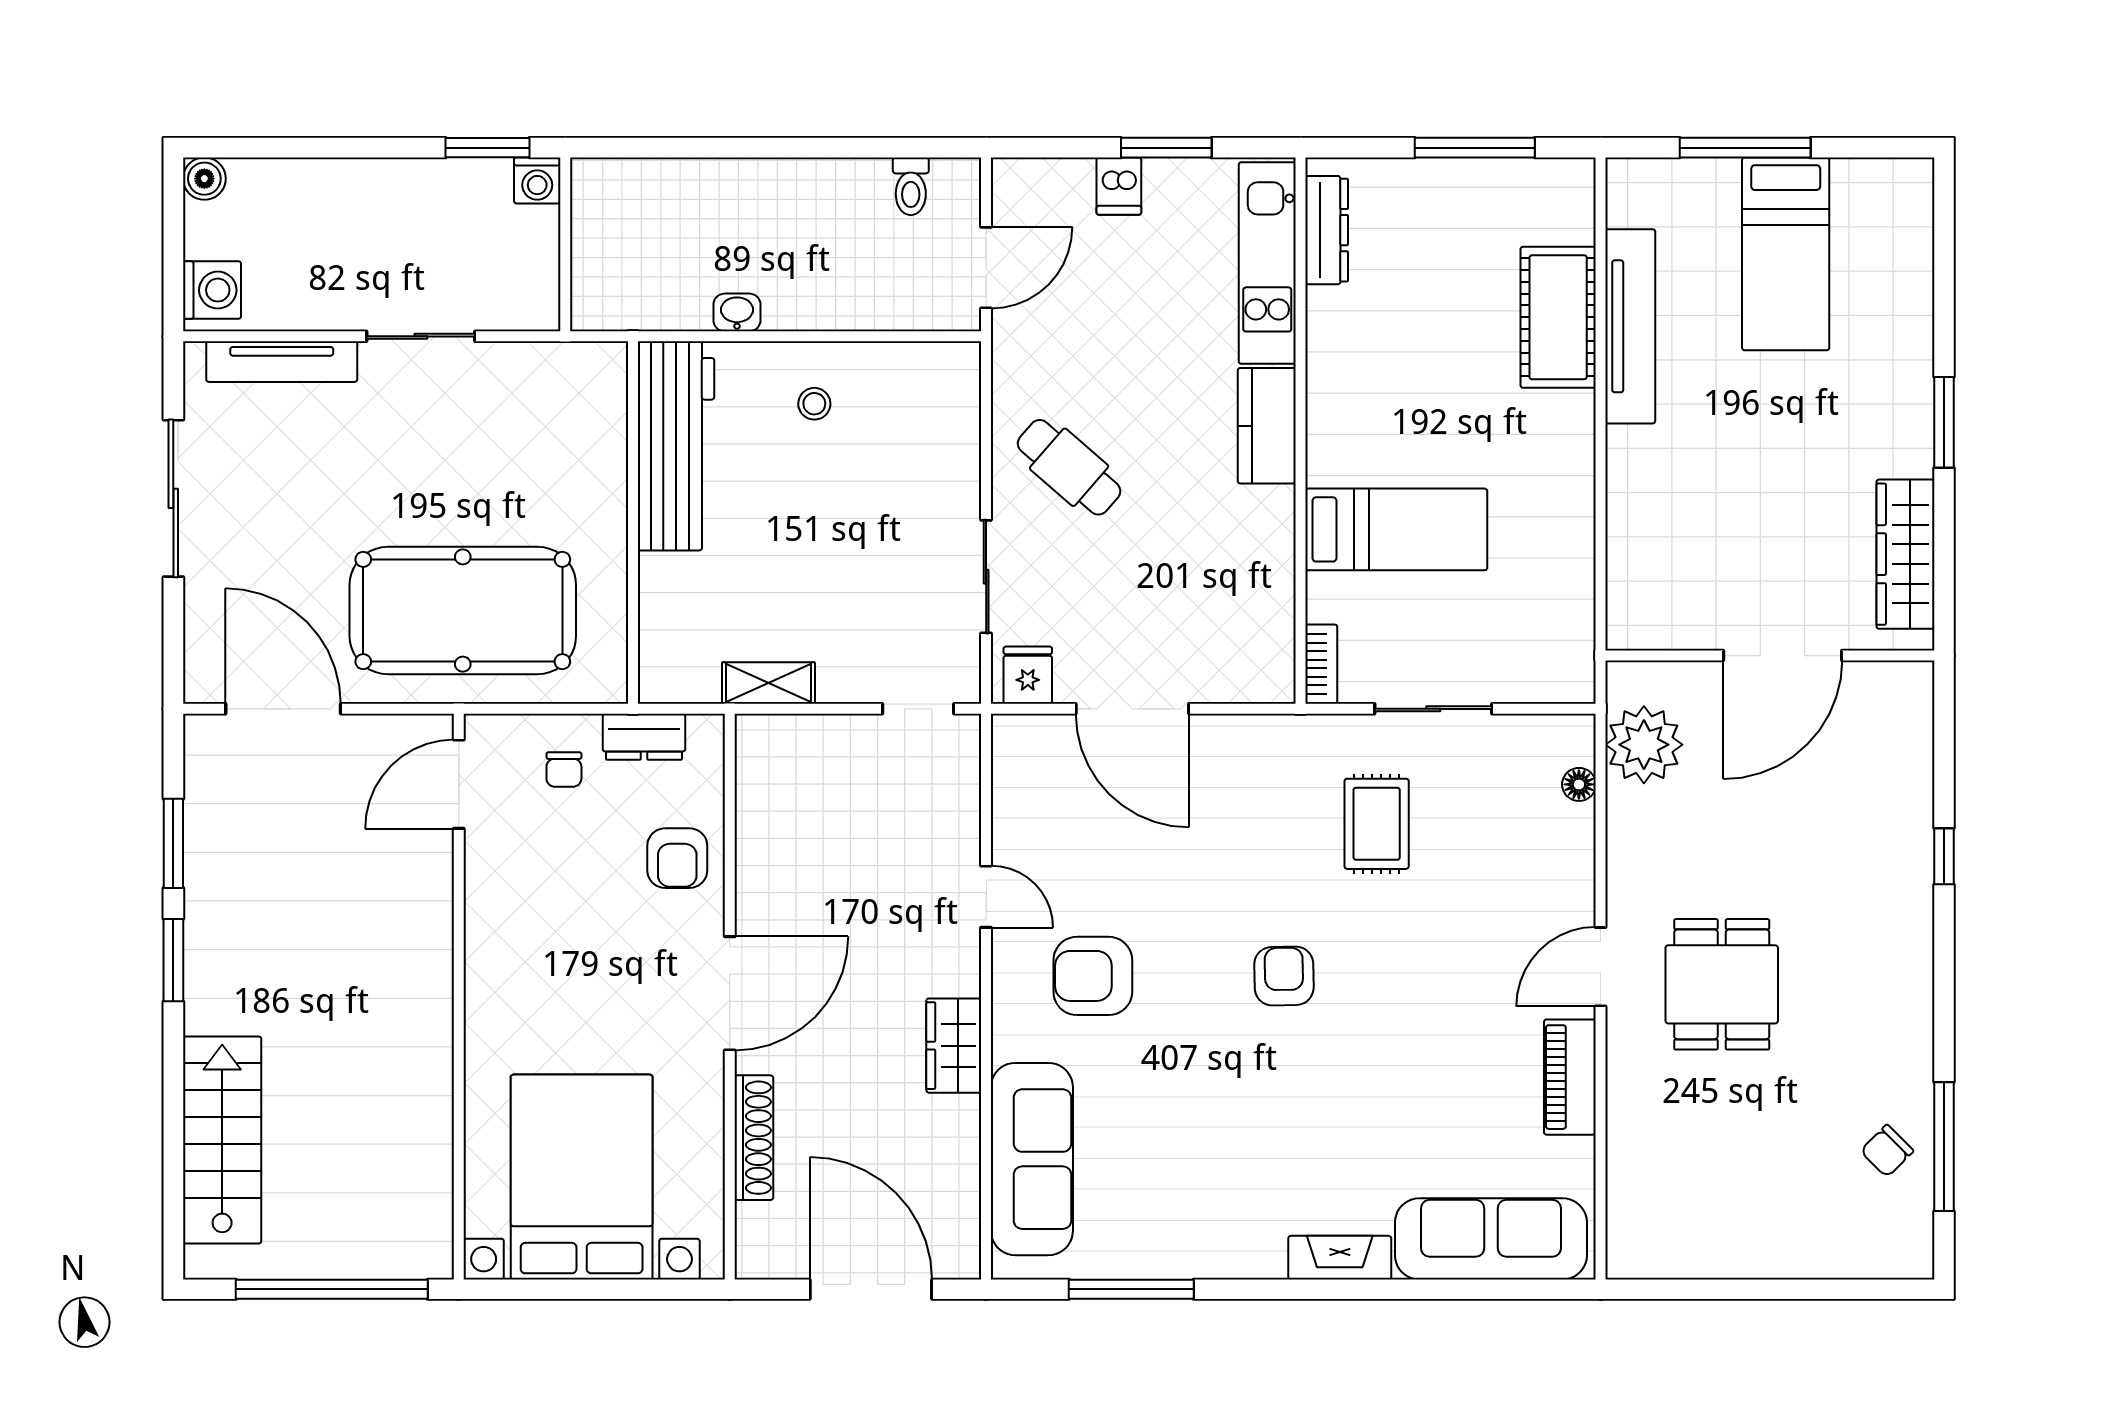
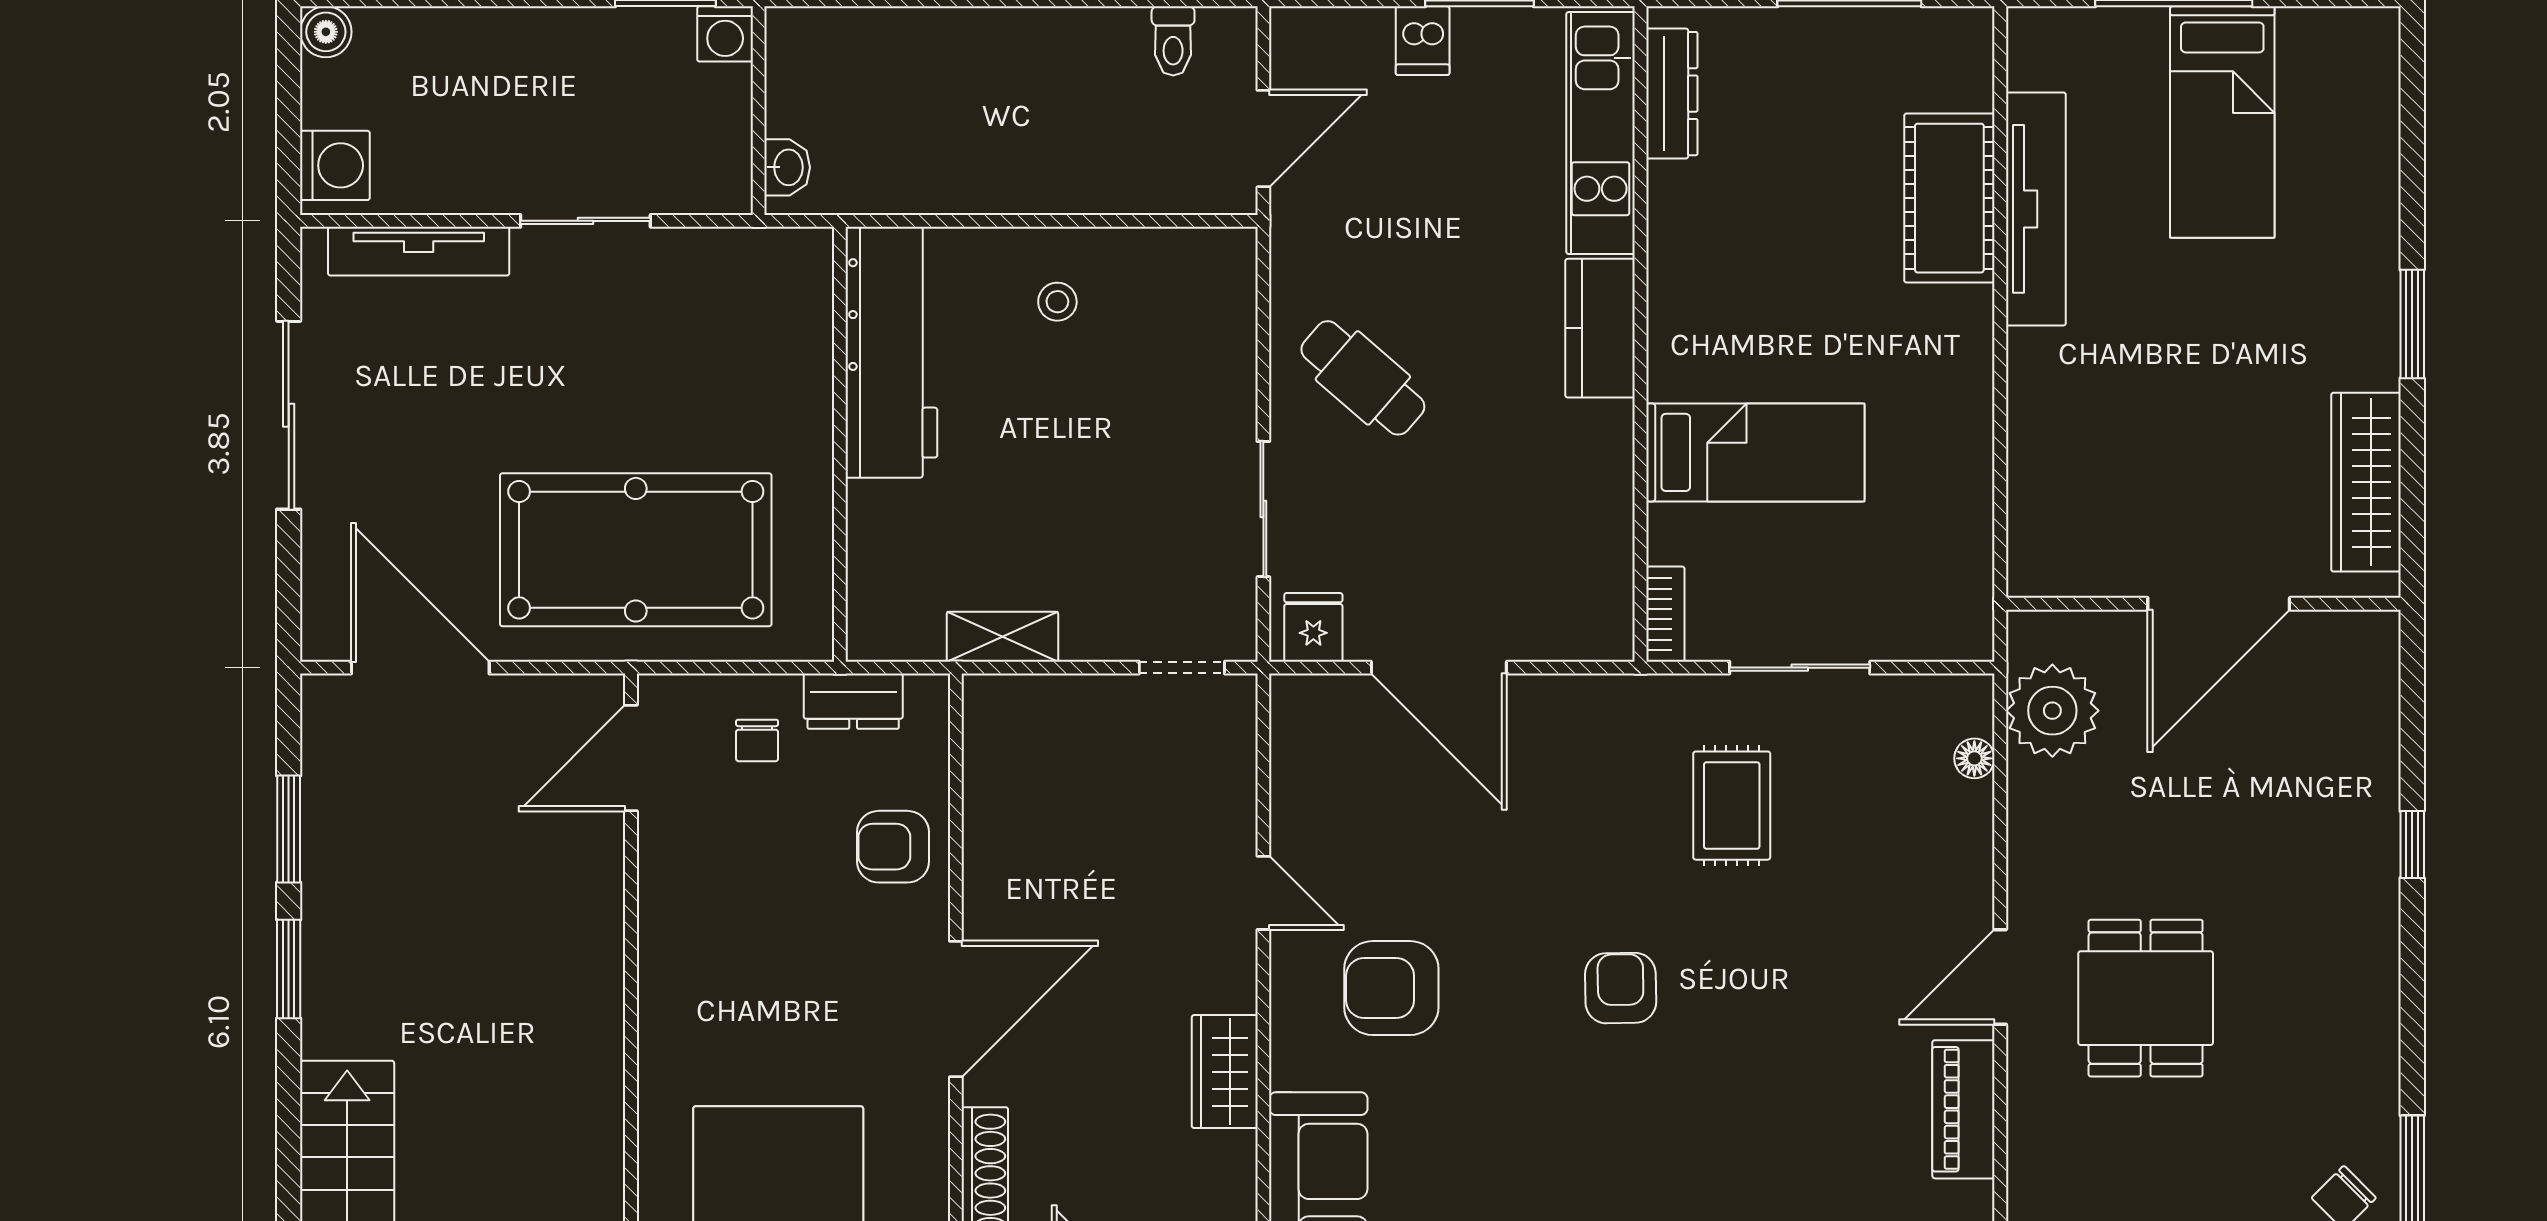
washbasin: (737, 312) -> (787, 167), moved, turned 90
armchair: (677, 858) -> (893, 847), turned 90

